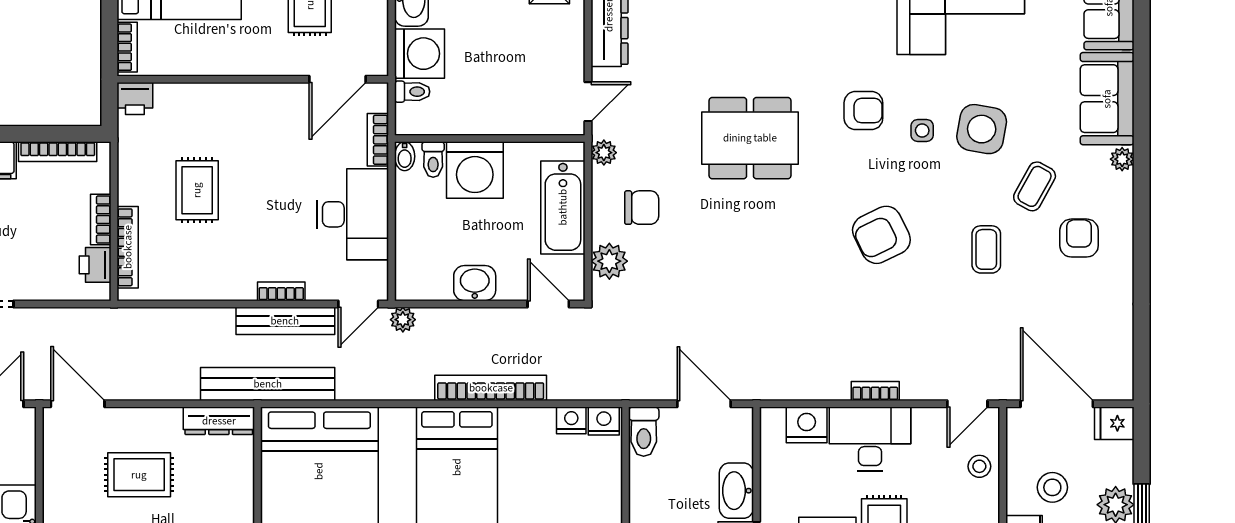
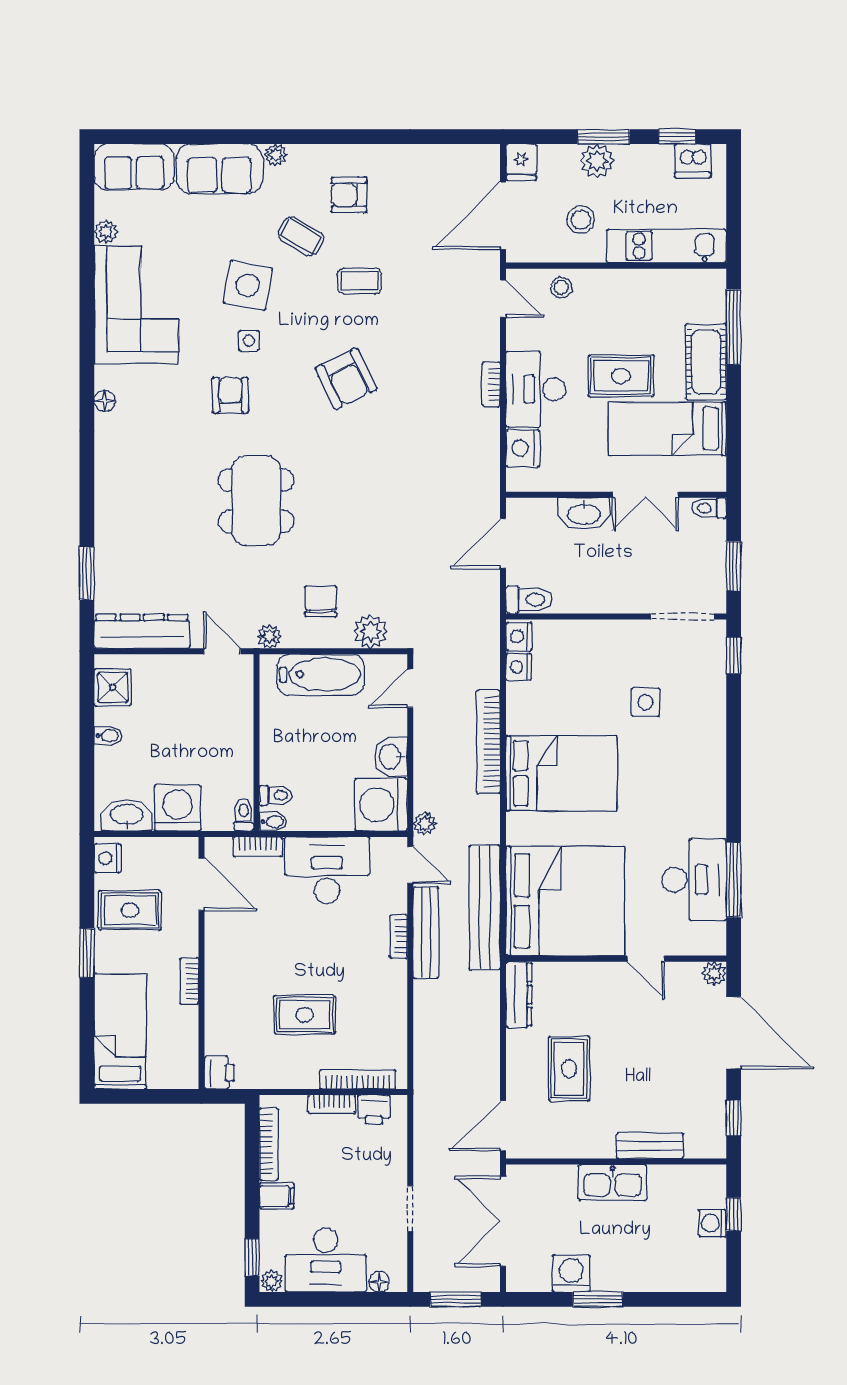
bookcase: (127, 47) -> (189, 981), moved, turned -90
toilet: (412, 92) -> (244, 815), moved
washing machine: (475, 170) -> (381, 805), moved, turned 180
bench: (268, 384) -> (485, 908), moved

